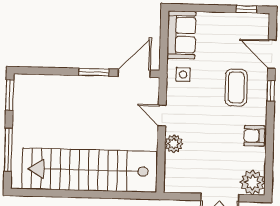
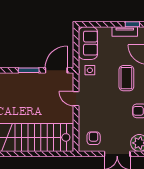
tv unit: (236, 19) -> (125, 31), added
plant: (174, 144) -> (85, 118), removed
armchair: (186, 174) -> (94, 138), added

